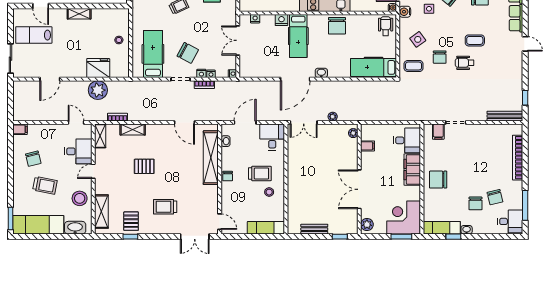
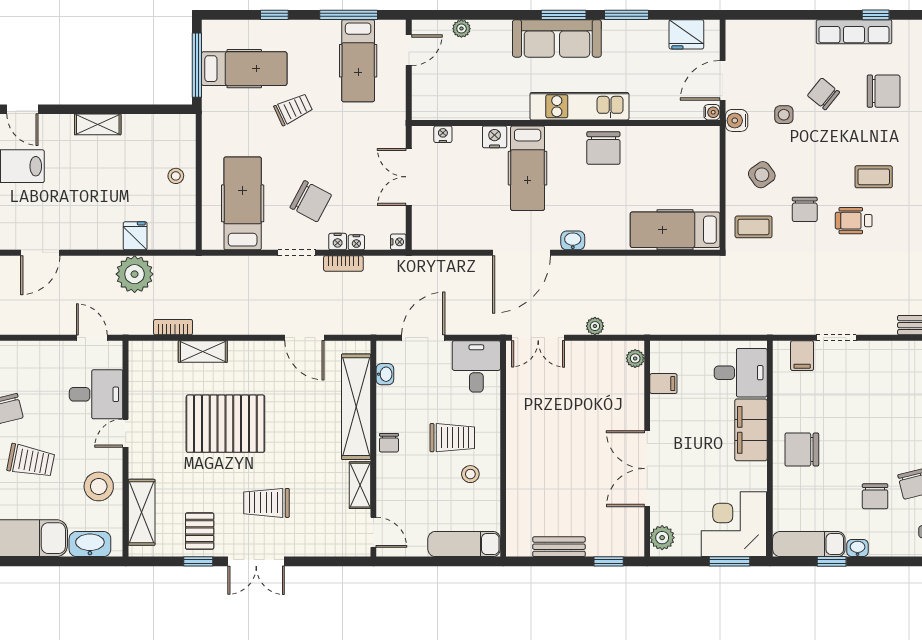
wheelchair: (386, 26) -> (699, 149), removed
fridge: (98, 68) -> (135, 236), width x0.53, depth x0.75
shelving: (100, 136) -> (360, 485), moved
pallet: (144, 166) -> (225, 424), width x2.05, depth x2.00
double door: (195, 237) -> (256, 561), moved

